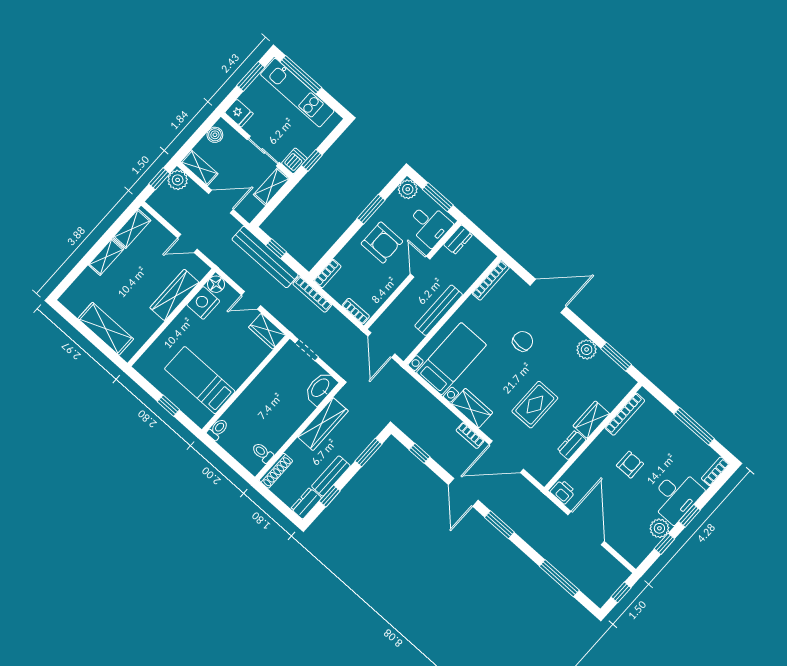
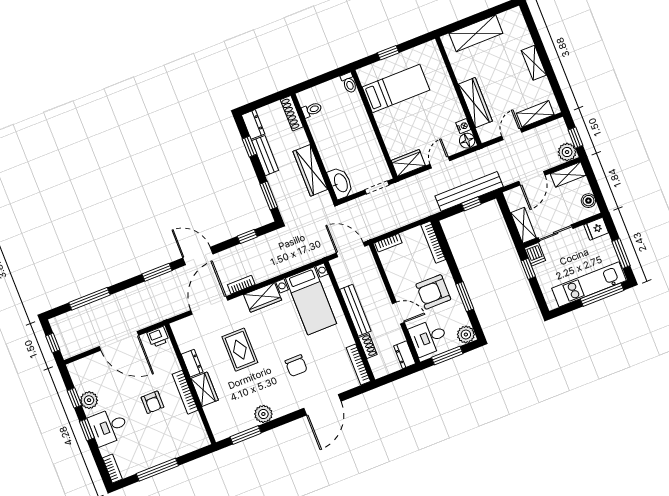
shelving: (132, 229) -> (535, 114), moved, turned 90
bookcase: (327, 273) -> (433, 242), width x1.56
shoe rack: (468, 280) -> (368, 346), added
bookcase: (312, 294) -> (420, 214), removed
nightstand: (203, 303) -> (463, 126), width x0.53, depth x0.56
bookcase: (625, 414) -> (185, 392), moved
desk: (676, 496) -> (108, 427), width x0.73

